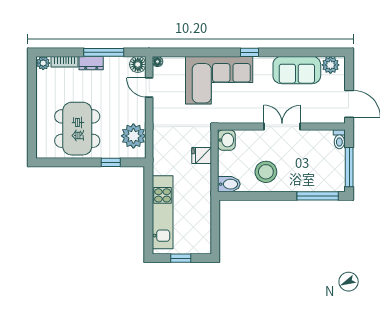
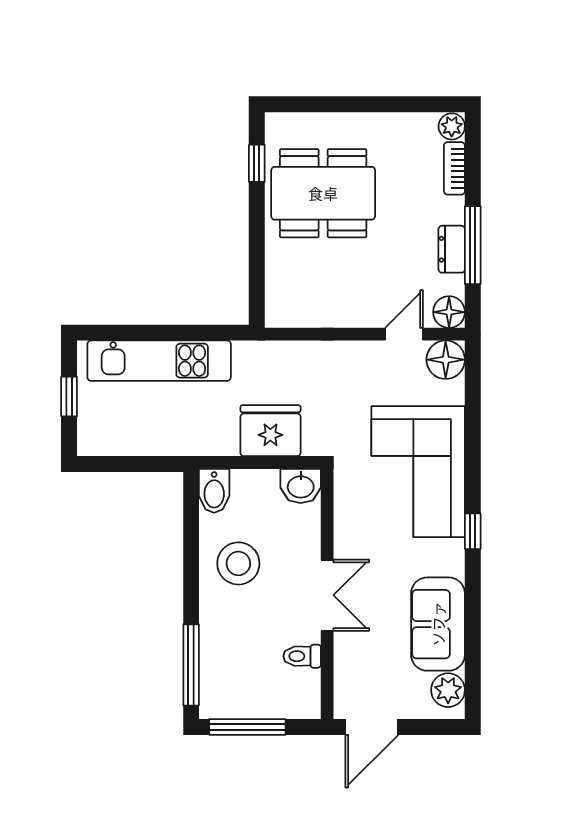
floor lamp: (157, 62) -> (446, 360), width x1.89, depth x1.89
dresser: (91, 63) -> (452, 249), moved
plant: (133, 136) -> (309, 304), removed
toilet: (339, 139) -> (302, 656), moved
fridge: (202, 155) -> (270, 431), width x1.88, depth x1.34
window: (111, 162) -> (257, 163), moved

